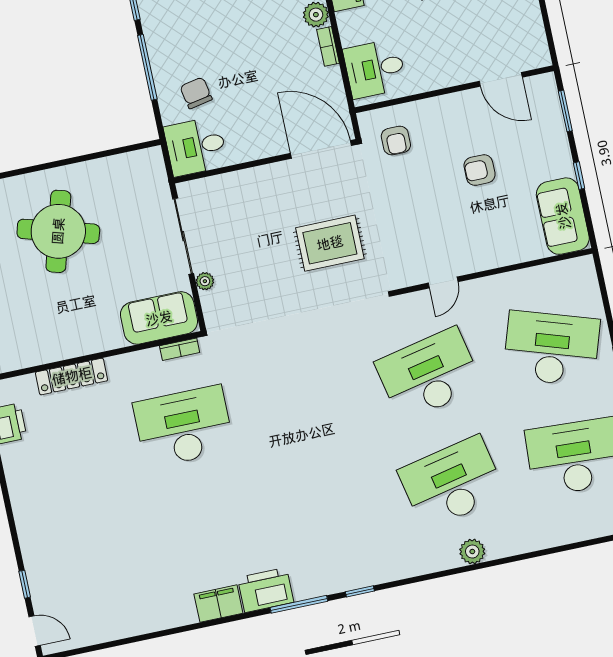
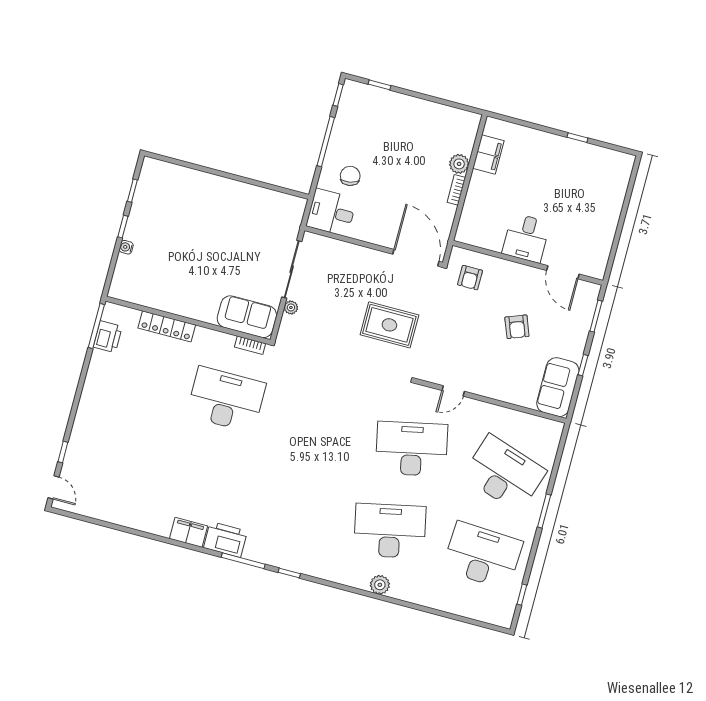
desk: (375, 69) -> (526, 238), moved, turned -90
armchair: (480, 170) -> (517, 327), turned -111
round table: (58, 231) -> (208, 223), removed

